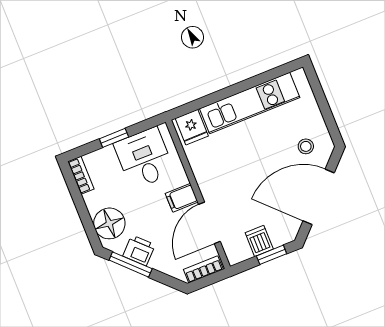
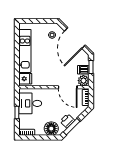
filing cabinet: (182, 198) -> (53, 95), removed
plant: (237, 251) -> (83, 81), added

